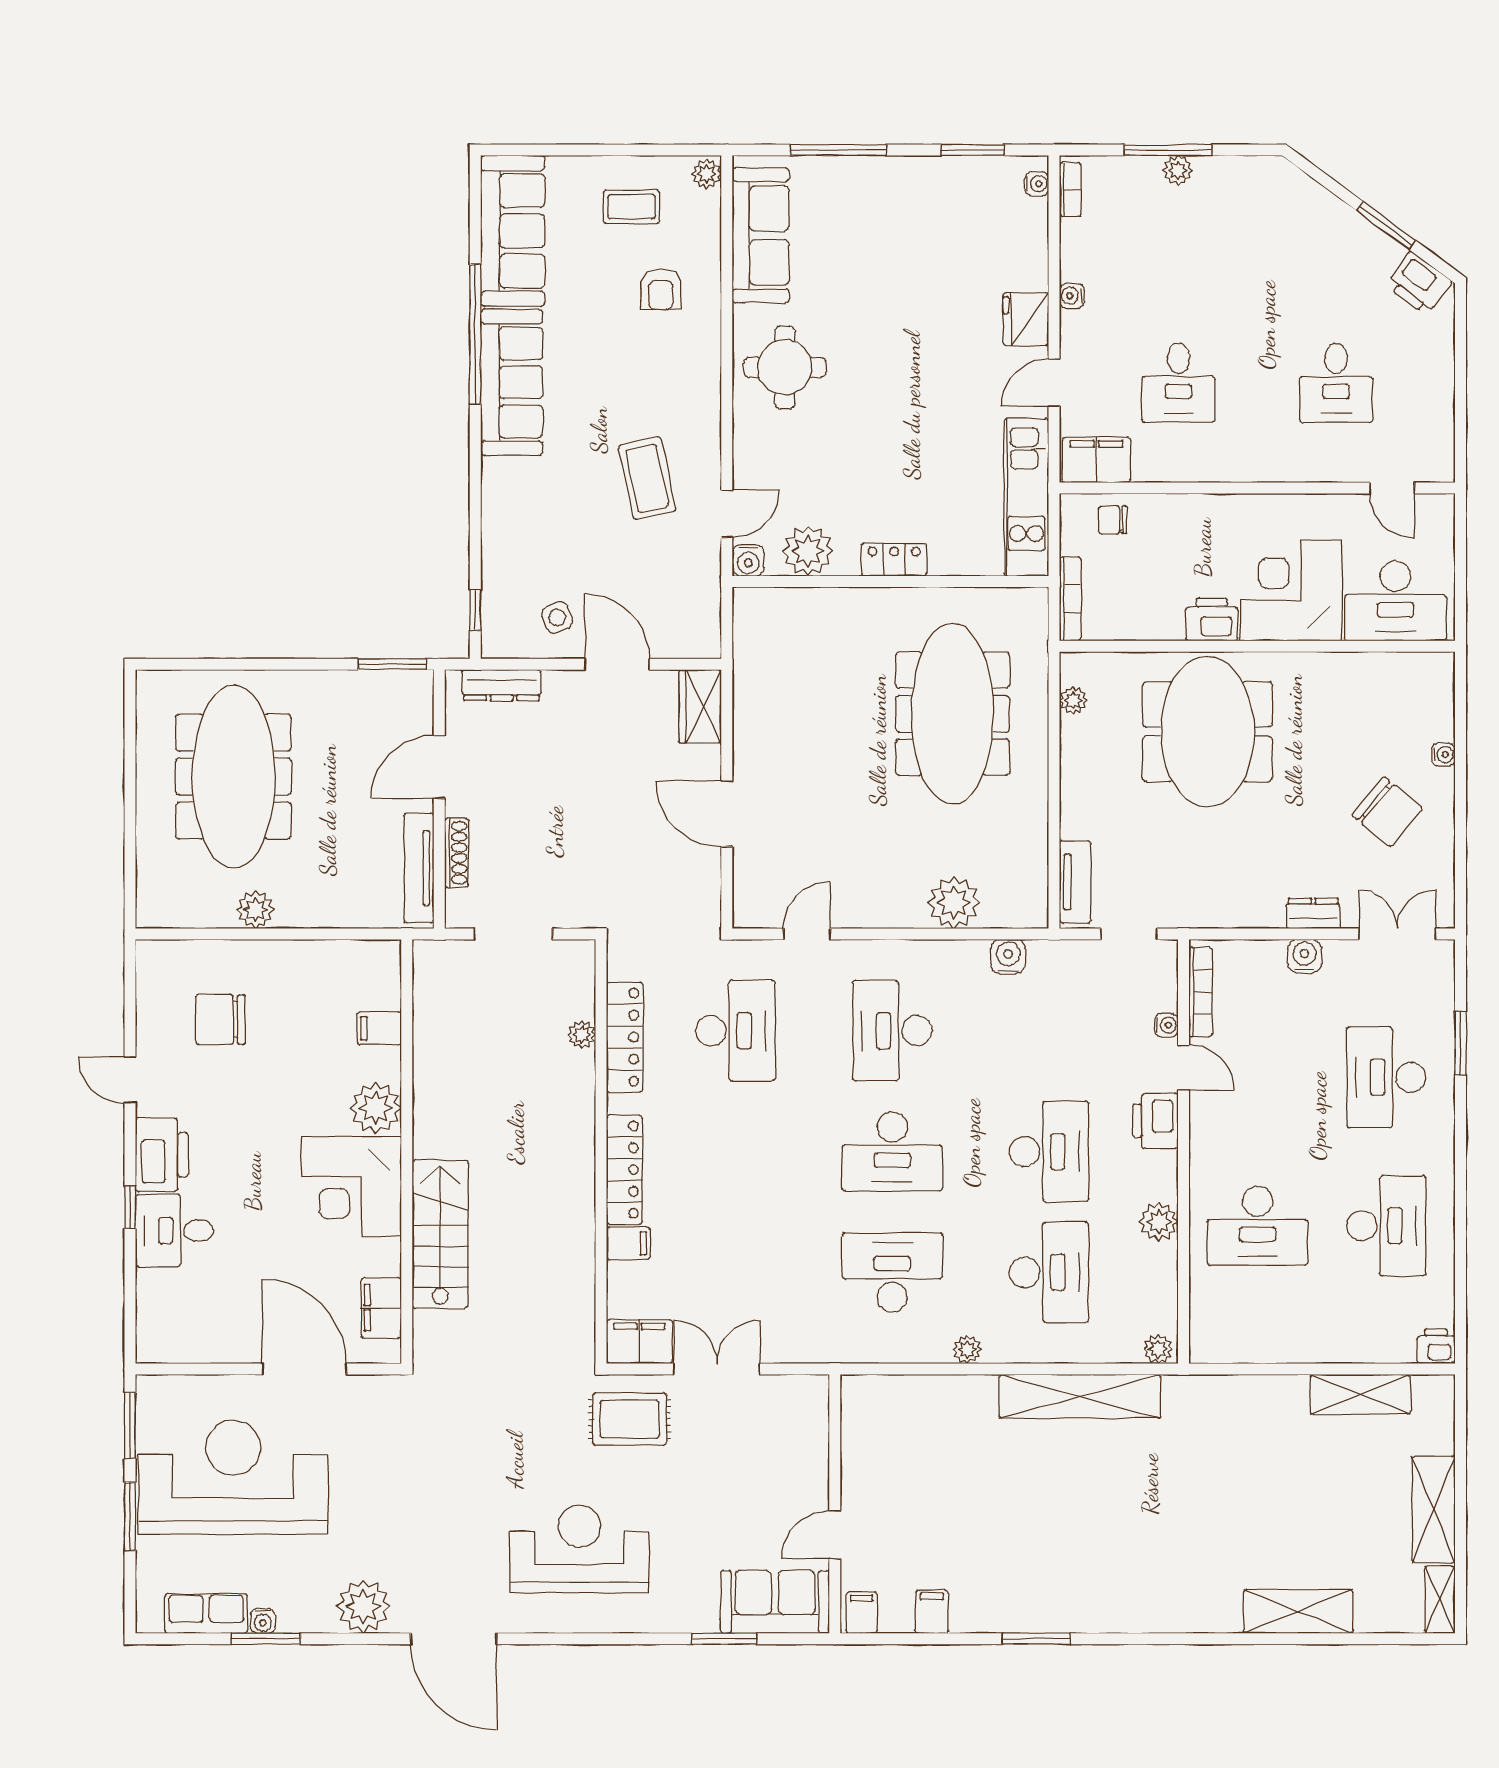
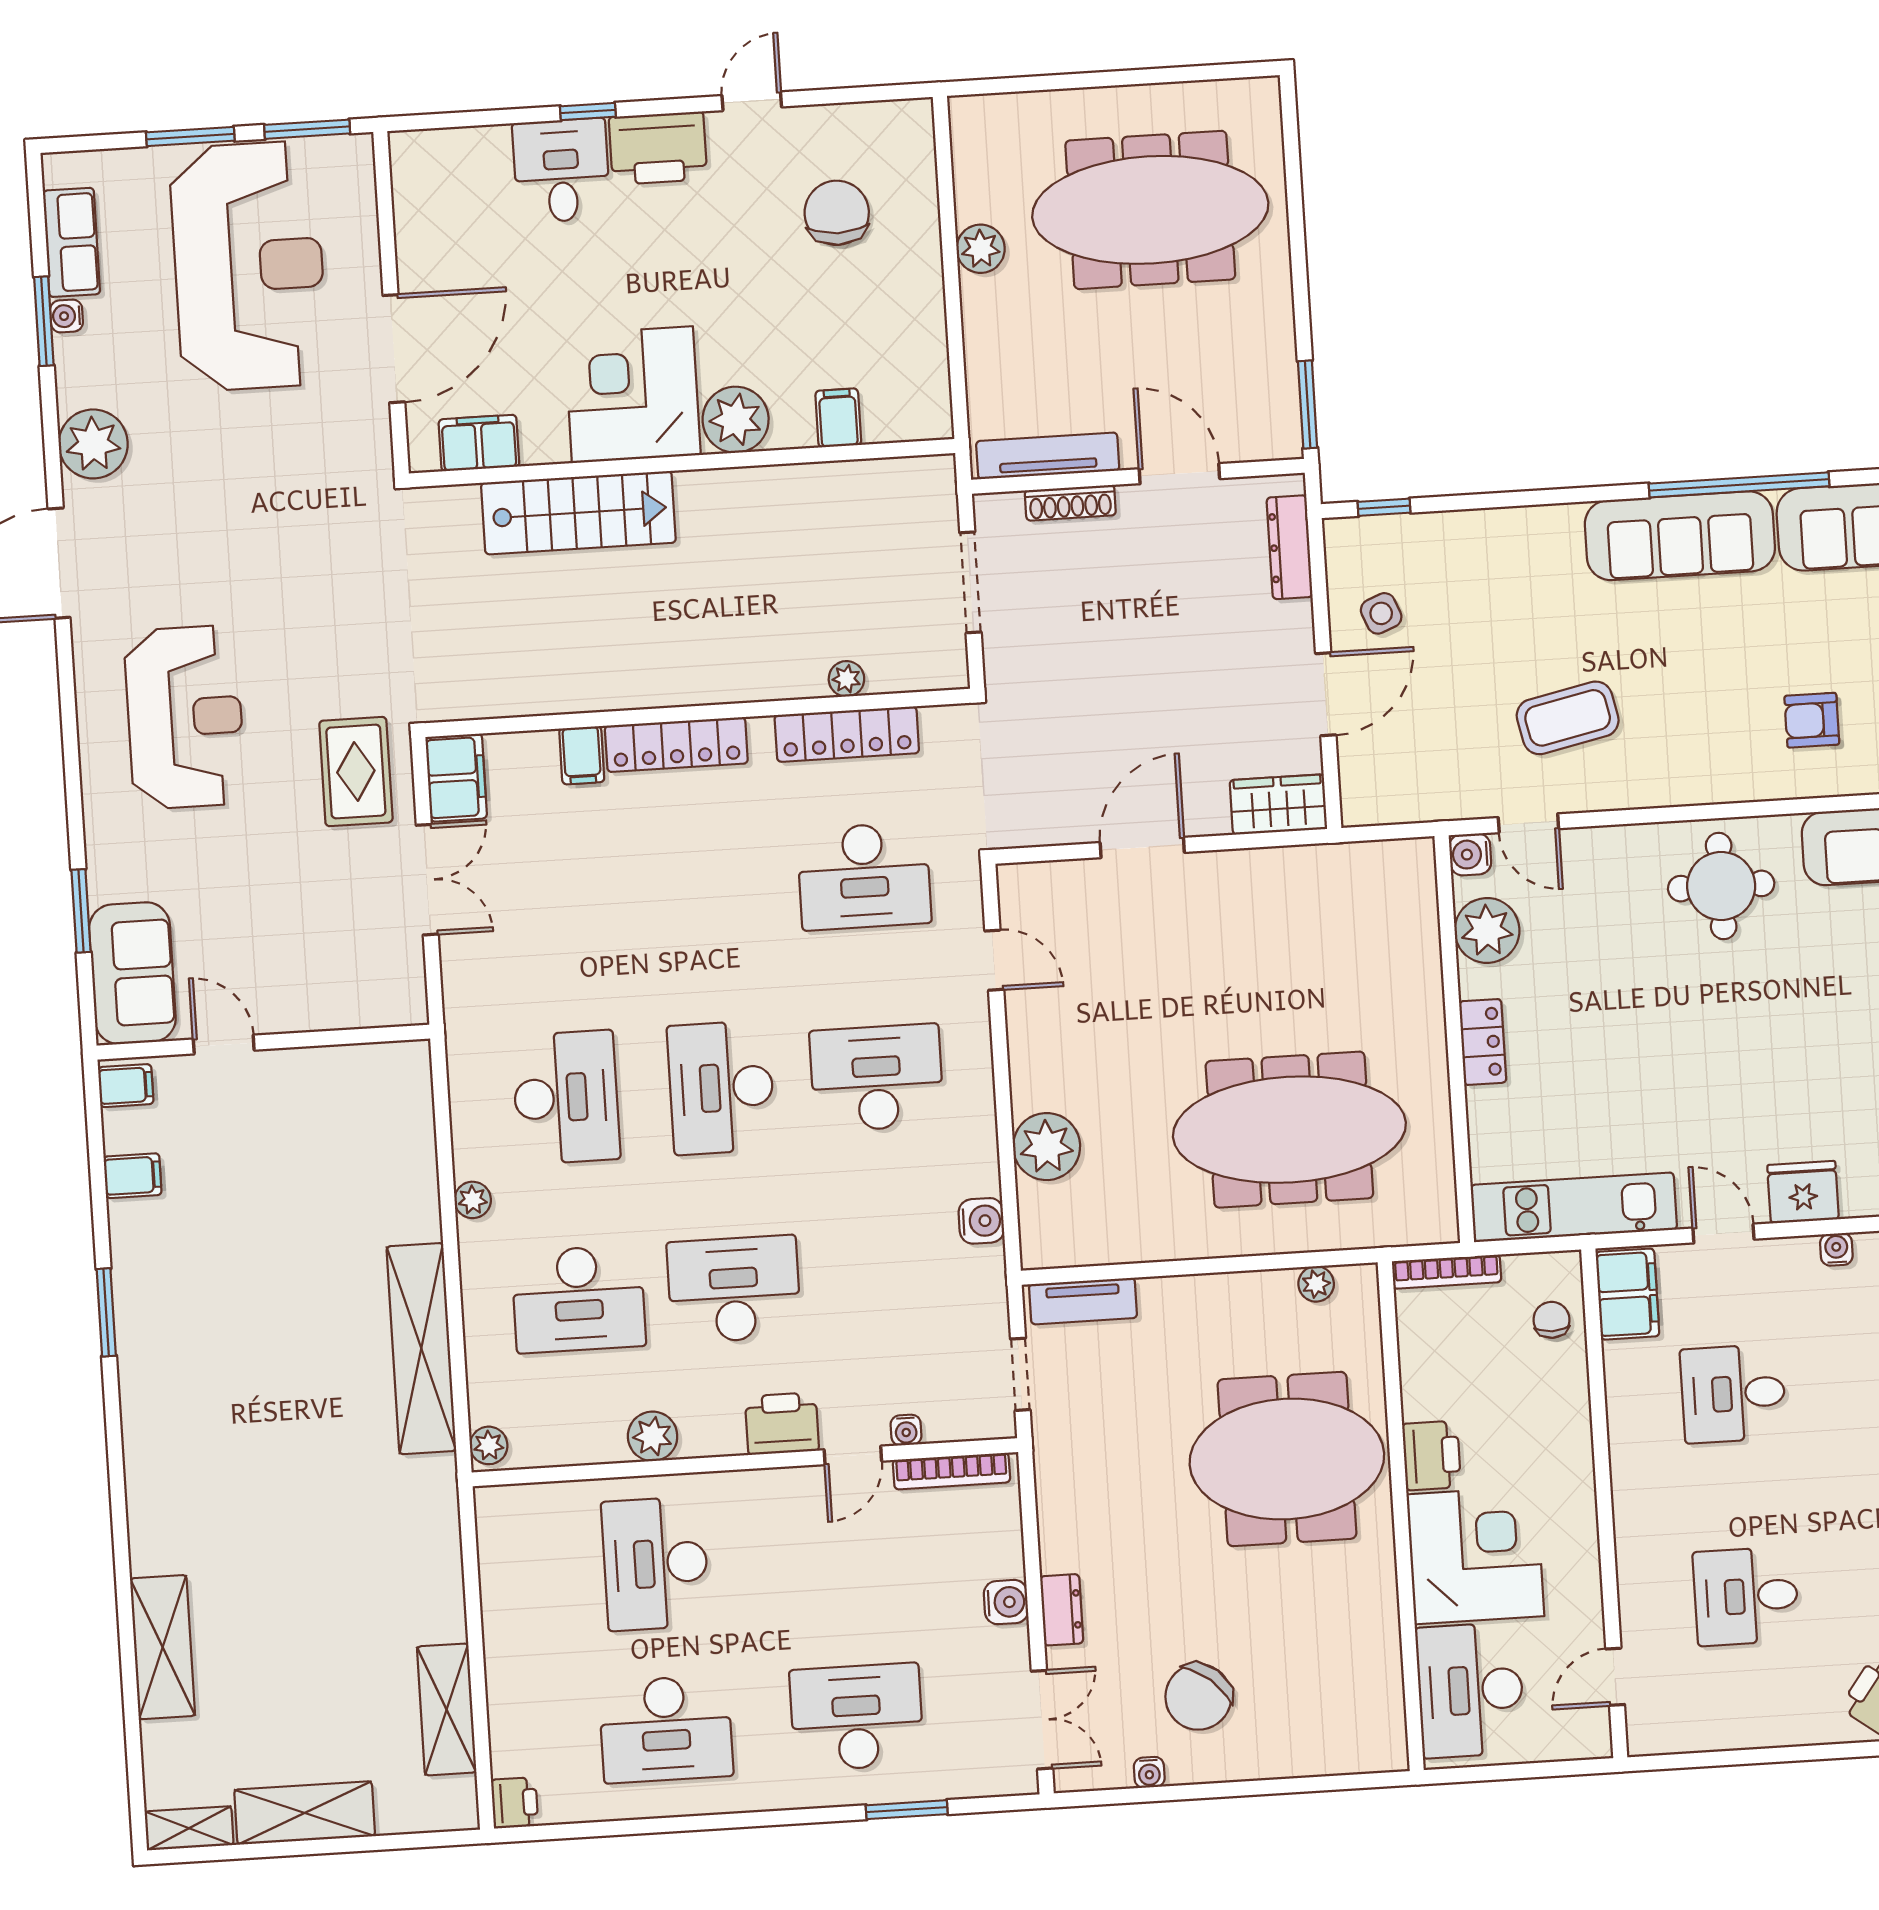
water cooler: (1443, 755) -> (1149, 1772), moved
desk: (1049, 1151) -> (734, 1289), turned 180

